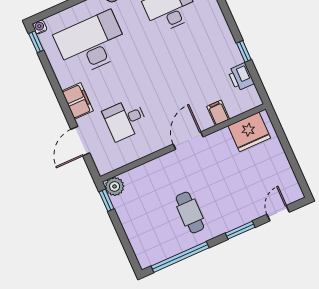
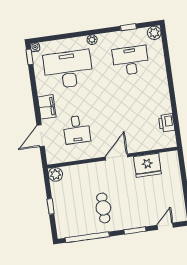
window: (244, 51) -> (174, 105), removed
filing cabinet: (218, 113) -> (143, 144), removed
desk: (125, 120) -> (77, 130), turned -90
fridge: (249, 132) -> (147, 165), moved
window: (107, 200) -> (51, 207), moved

